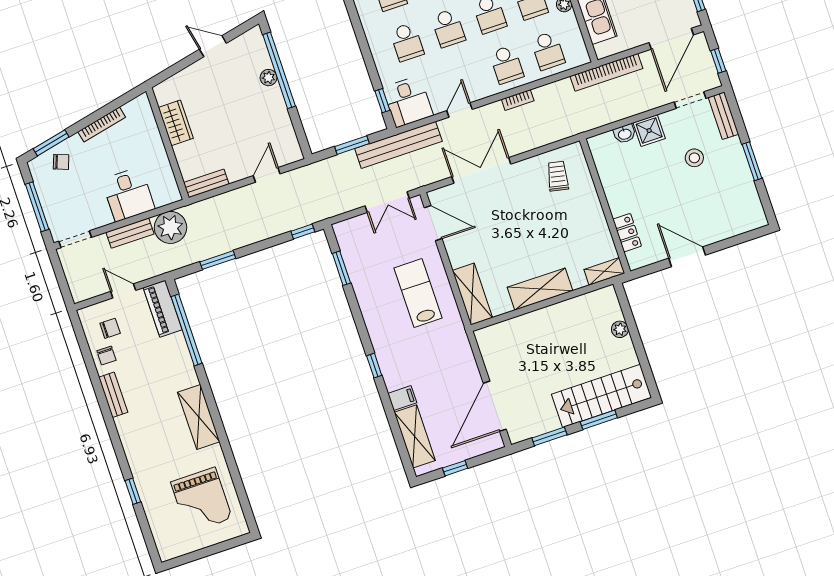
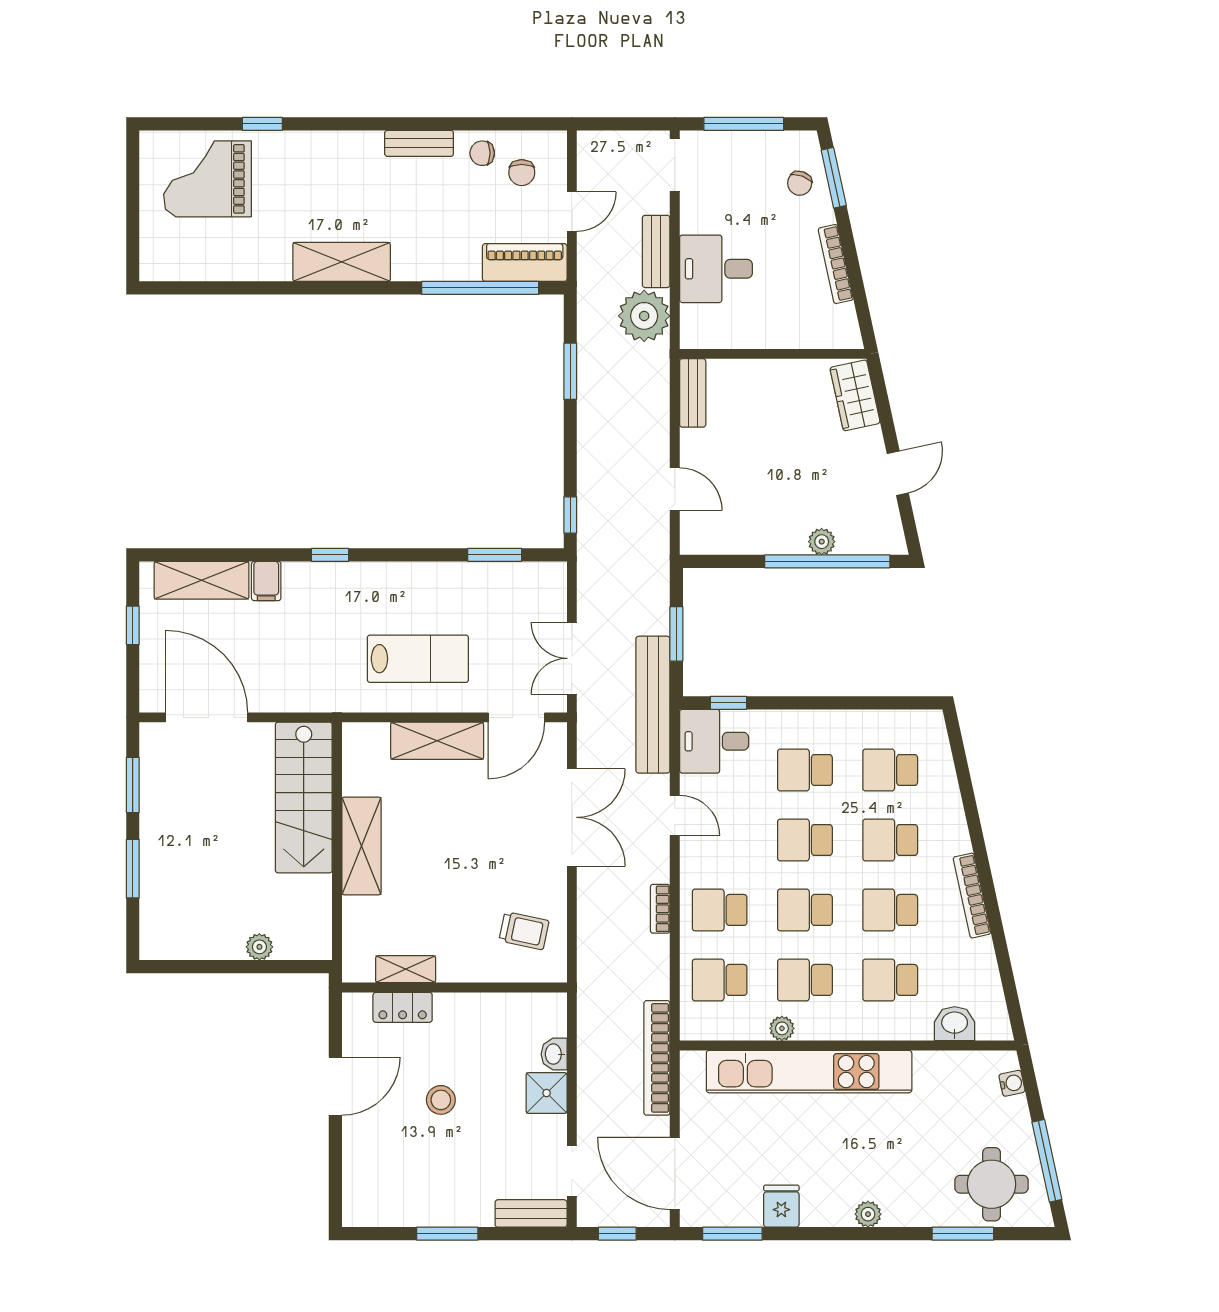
wardrobe: (176, 123) -> (855, 395), moved, turned 78
stool: (694, 158) -> (441, 1100), moved
shelving: (604, 271) -> (406, 969), moved, turned 90
shelving: (472, 294) -> (437, 741), moved
stairs: (602, 396) -> (304, 798), moved, turned 180
grand piano: (201, 500) -> (207, 179), moved

